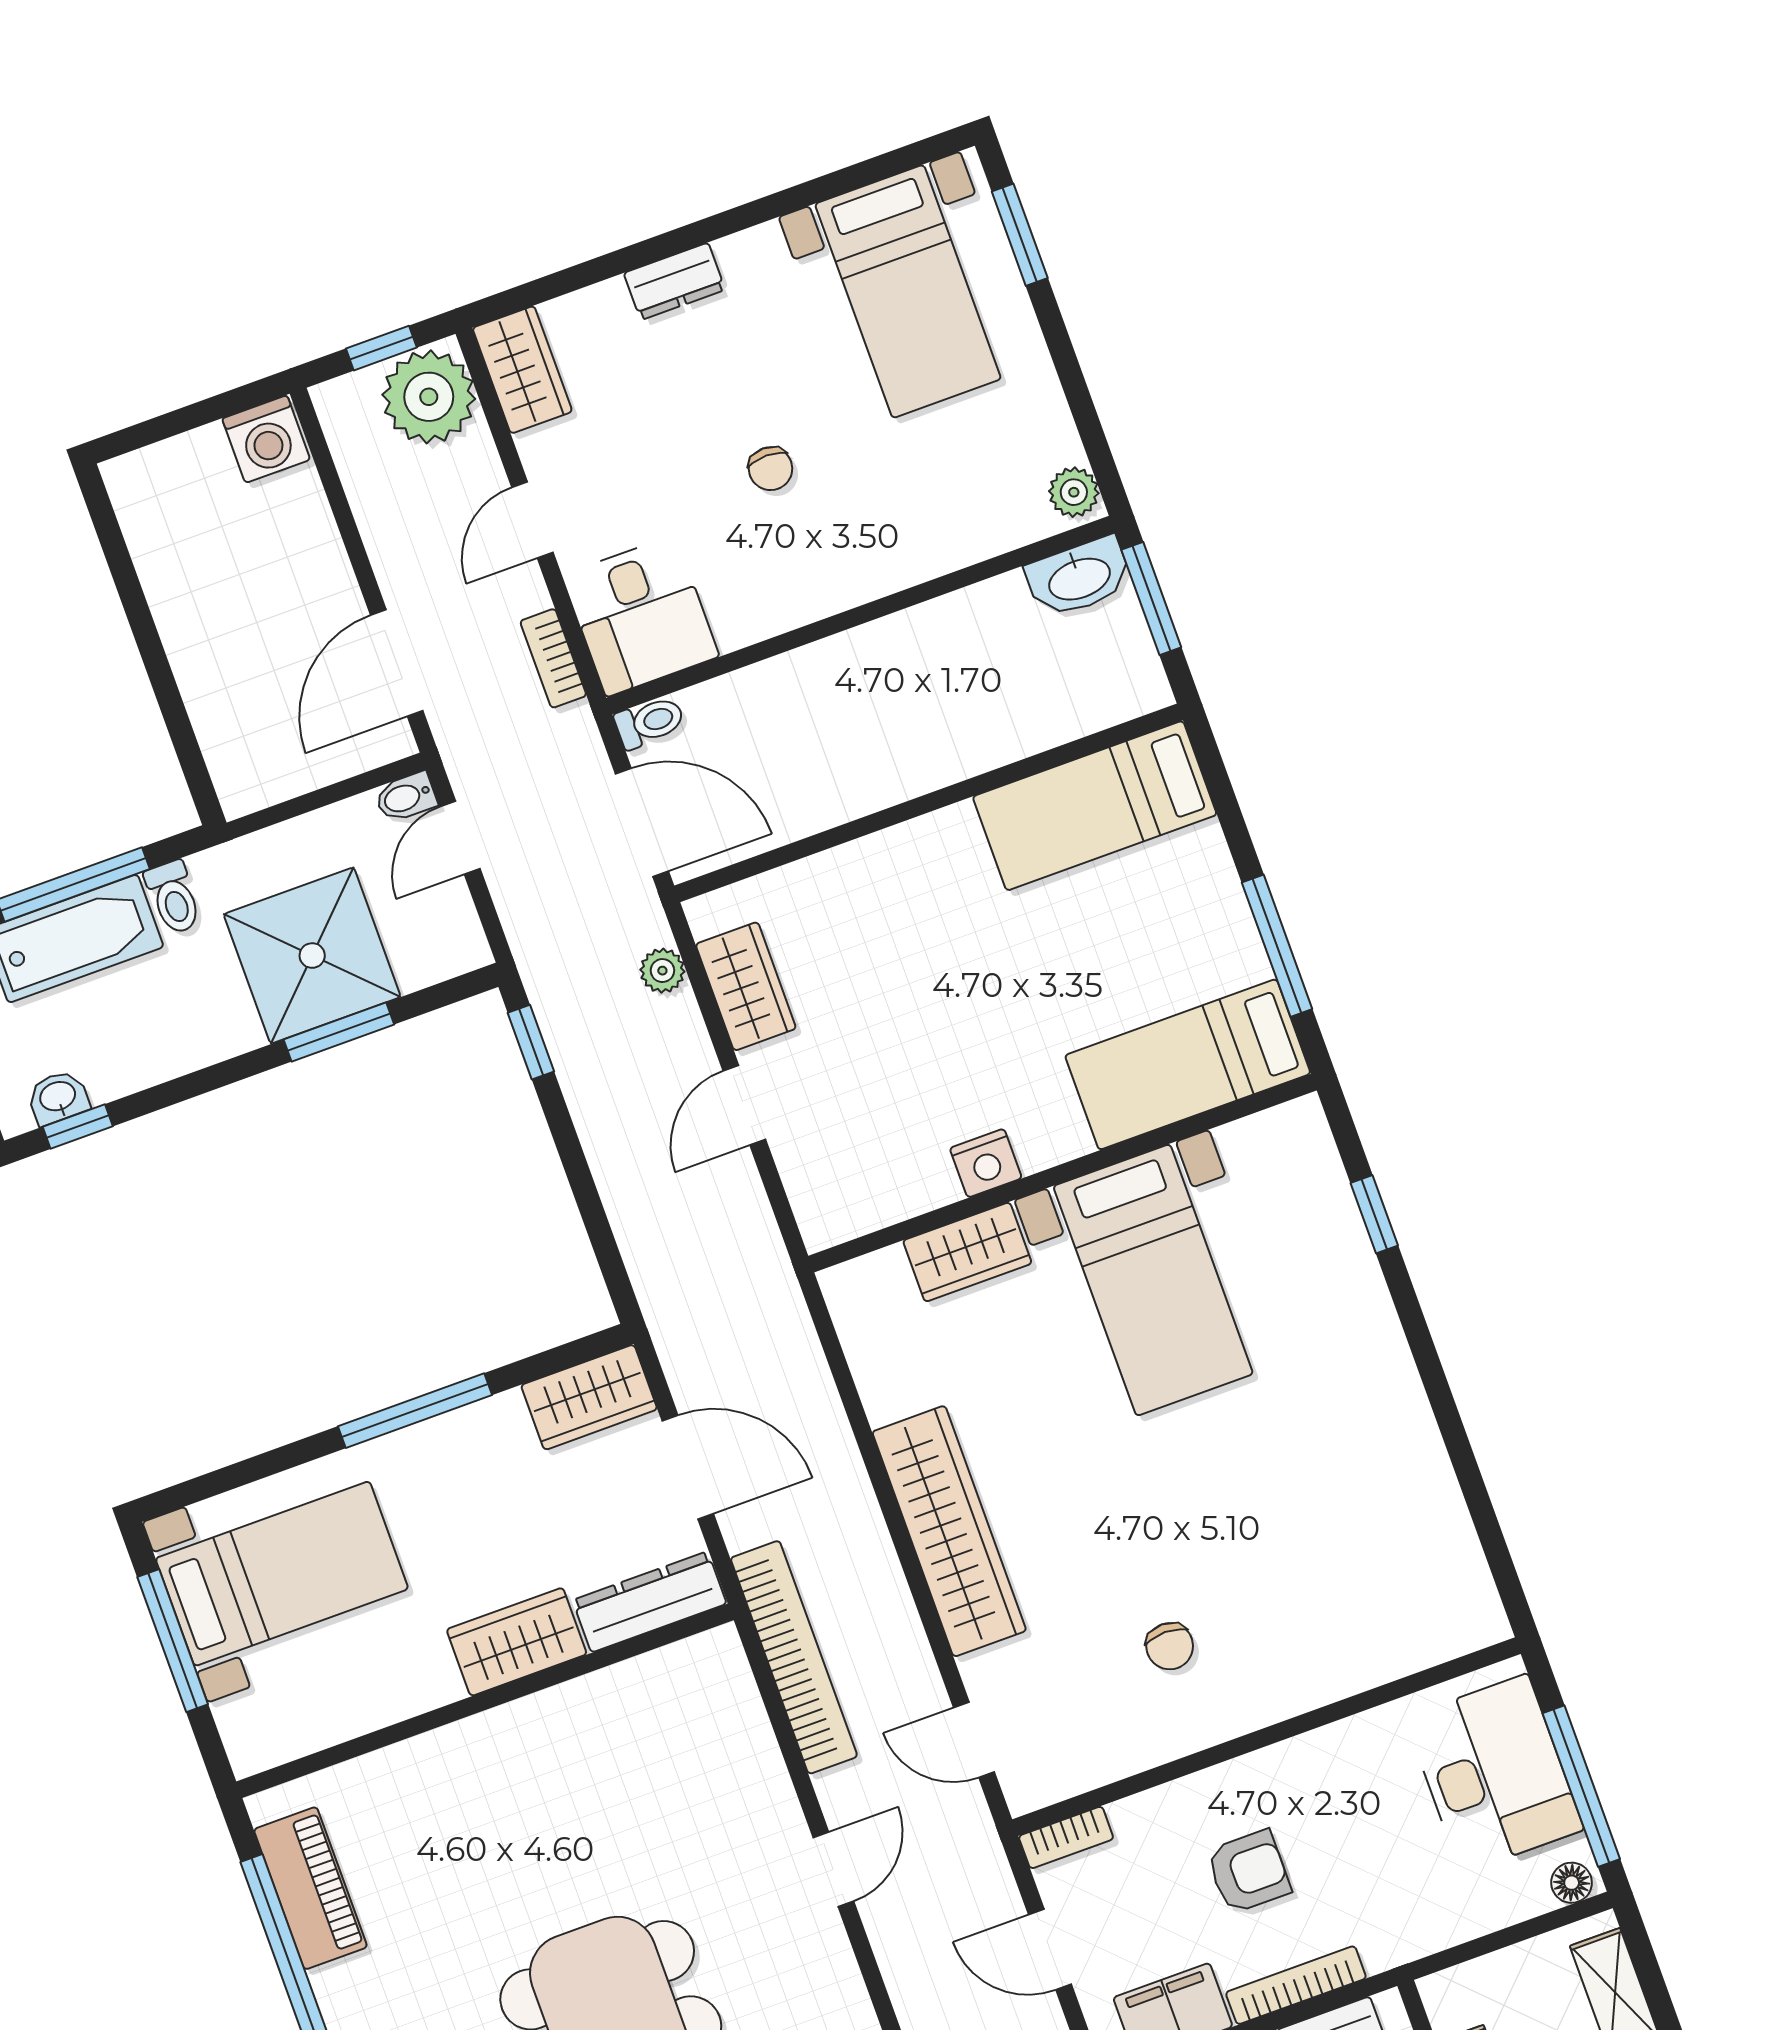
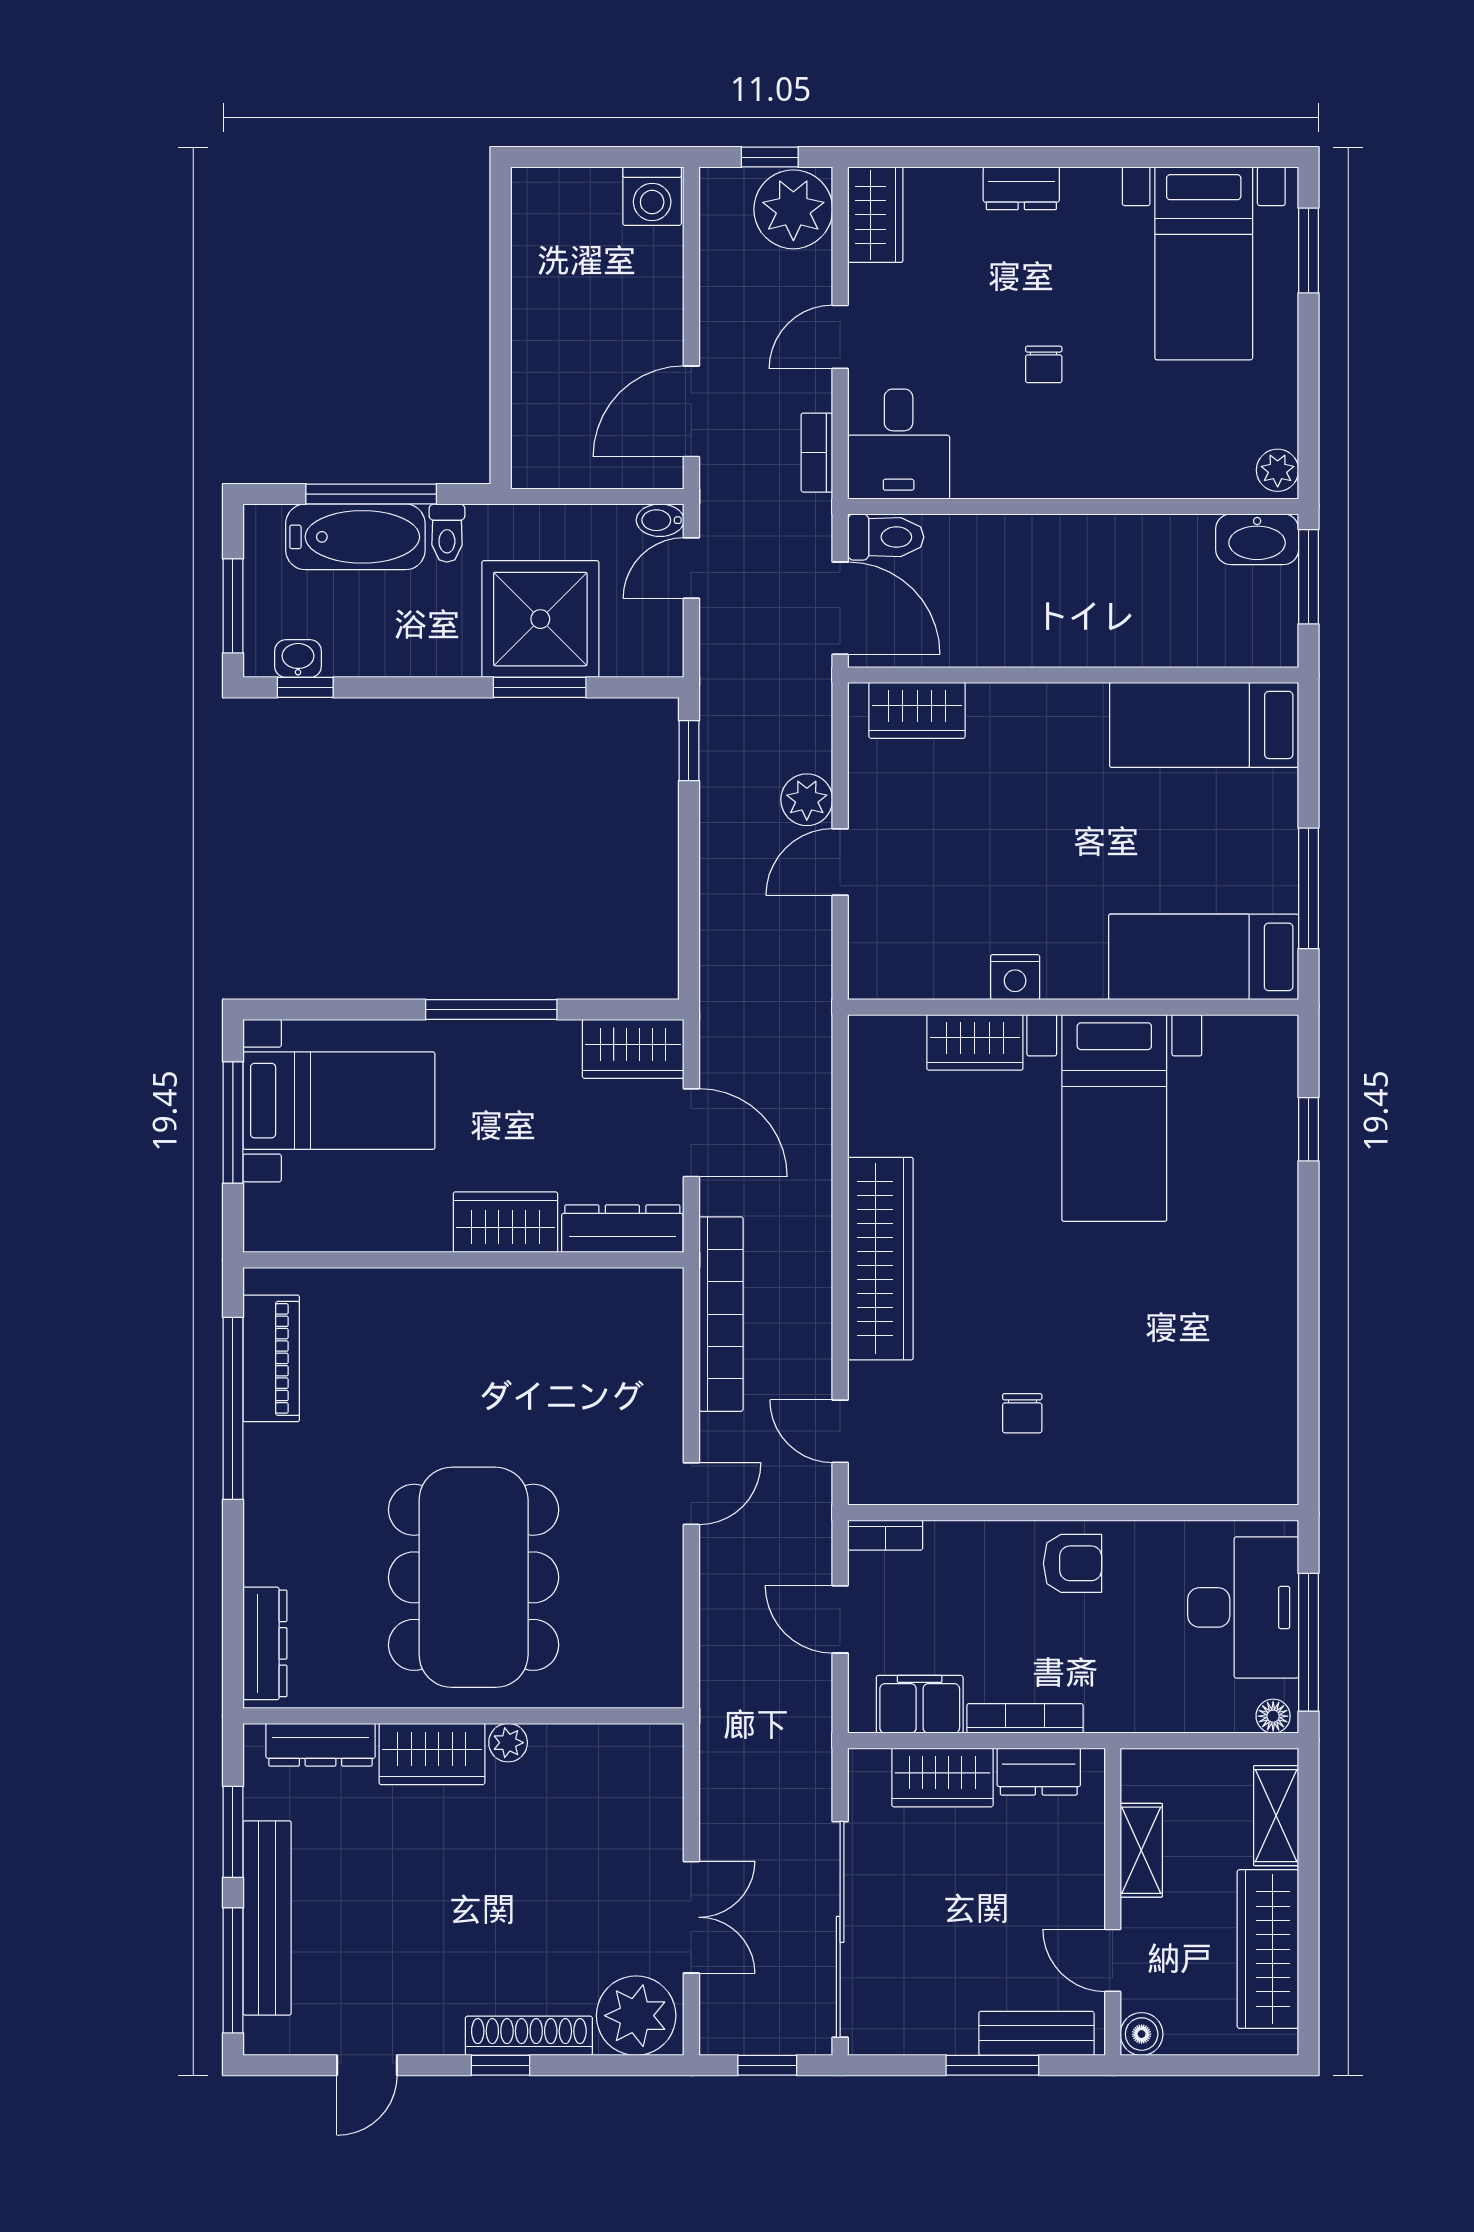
toilet: (650, 722) -> (886, 537), width x1.37, depth x1.39
plant: (662, 971) -> (807, 800), moved, width x1.38, depth x1.38
wardrobe: (746, 986) -> (917, 710), moved, turned 90
armchair: (1248, 1872) -> (1072, 1563), moved

